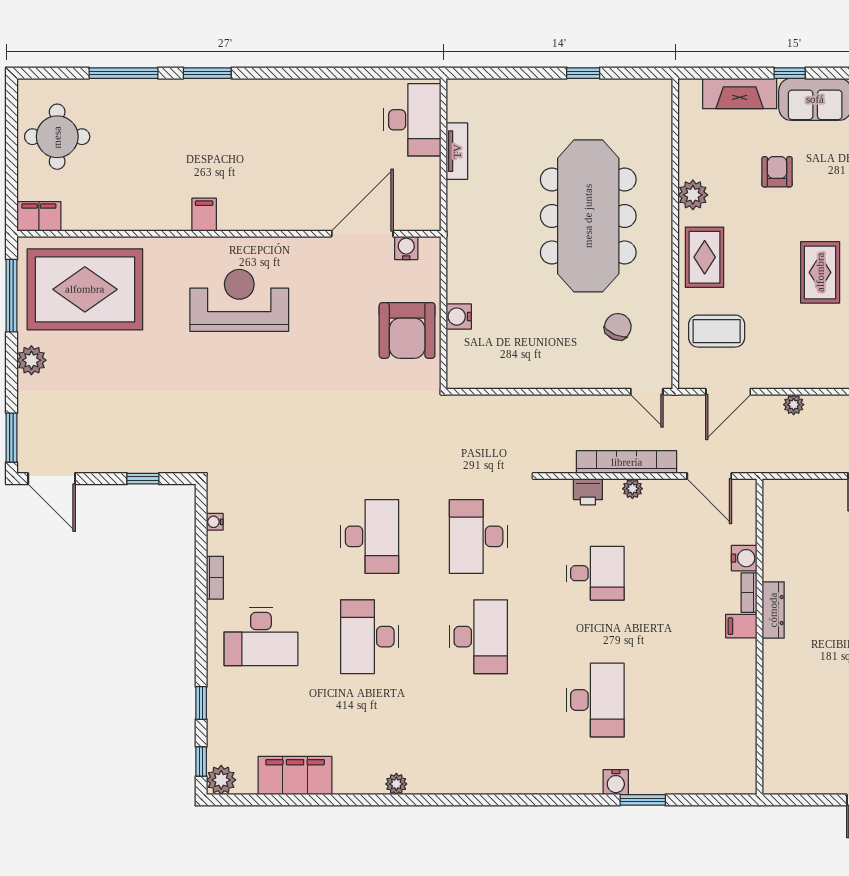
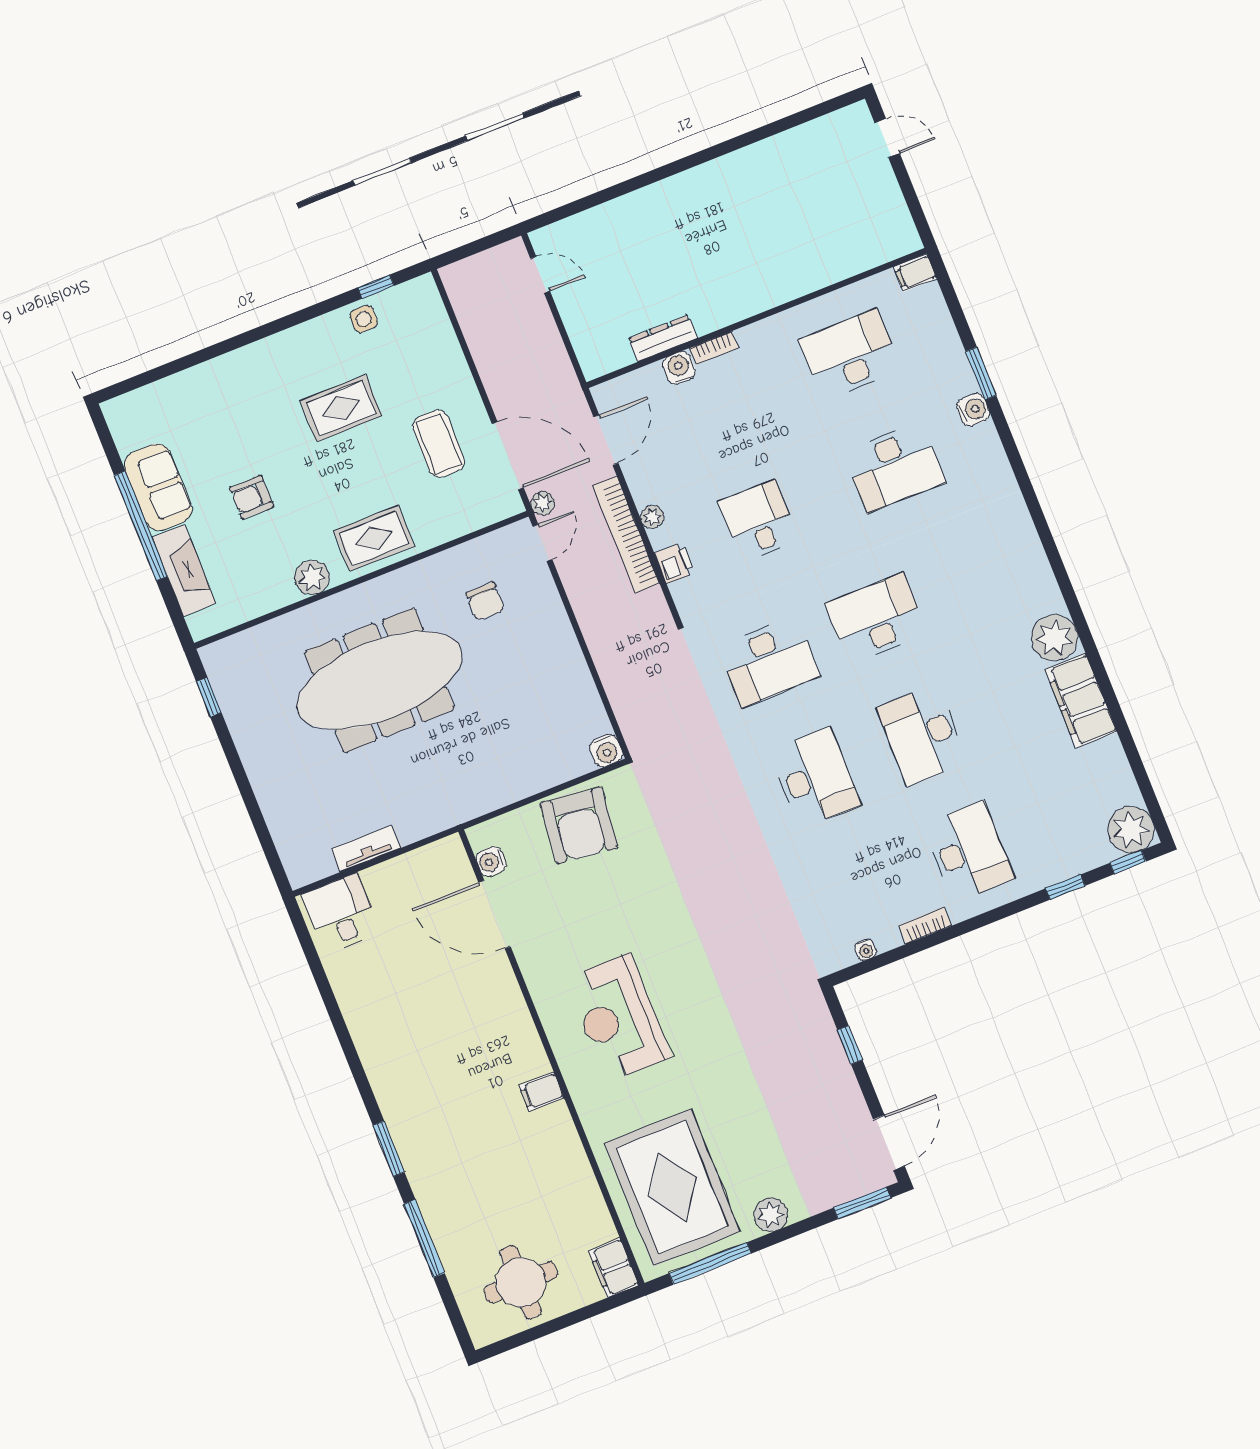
window: (583, 73) -> (209, 697), moved
window: (790, 73) -> (141, 526), width x3.17
desk: (412, 120) -> (341, 914), width x0.73
water cooler: (459, 317) -> (606, 751), moved
chair: (618, 327) -> (485, 601), turned -114
armchair: (407, 330) -> (579, 825), turned 97
coffee table: (717, 331) -> (438, 444), moved
door: (728, 392) -> (508, 456), width x1.36
plant: (794, 405) -> (543, 503), moved
desk: (370, 536) -> (815, 778), turned 90
dresser: (773, 610) -> (663, 338), moved
filing cabinet: (741, 626) -> (915, 273), moved, turned 90
desk: (370, 637) -> (922, 735), turned 90
desk: (595, 700) -> (894, 467), turned 180
desk: (700, 700) -> (850, 355), added
filing cabinet: (295, 776) -> (1081, 701), moved
plant: (221, 780) -> (1131, 830), width x1.36, depth x1.36
plant: (396, 784) -> (1055, 638), width x1.88, depth x1.88

